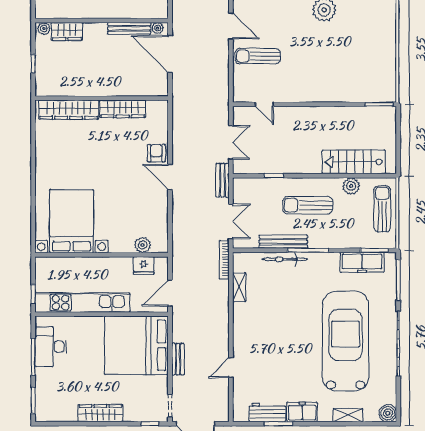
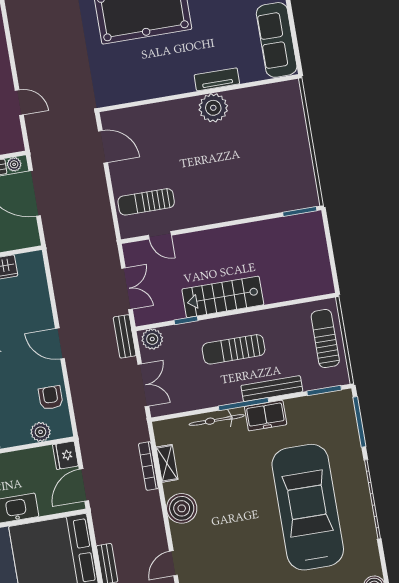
sun lounger: (258, 56) -> (146, 202), moved
armchair: (156, 153) -> (51, 398), moved
stairs: (354, 162) -> (223, 297), moved
plant: (351, 186) -> (152, 339), moved
bench: (283, 242) -> (272, 389), moved
bookcase: (224, 260) -> (148, 466), moved
freezer: (362, 262) -> (266, 416), moved, width x0.71
fridge: (144, 266) -> (65, 455), moved, turned 90
boiler: (245, 325) -> (182, 508), added

